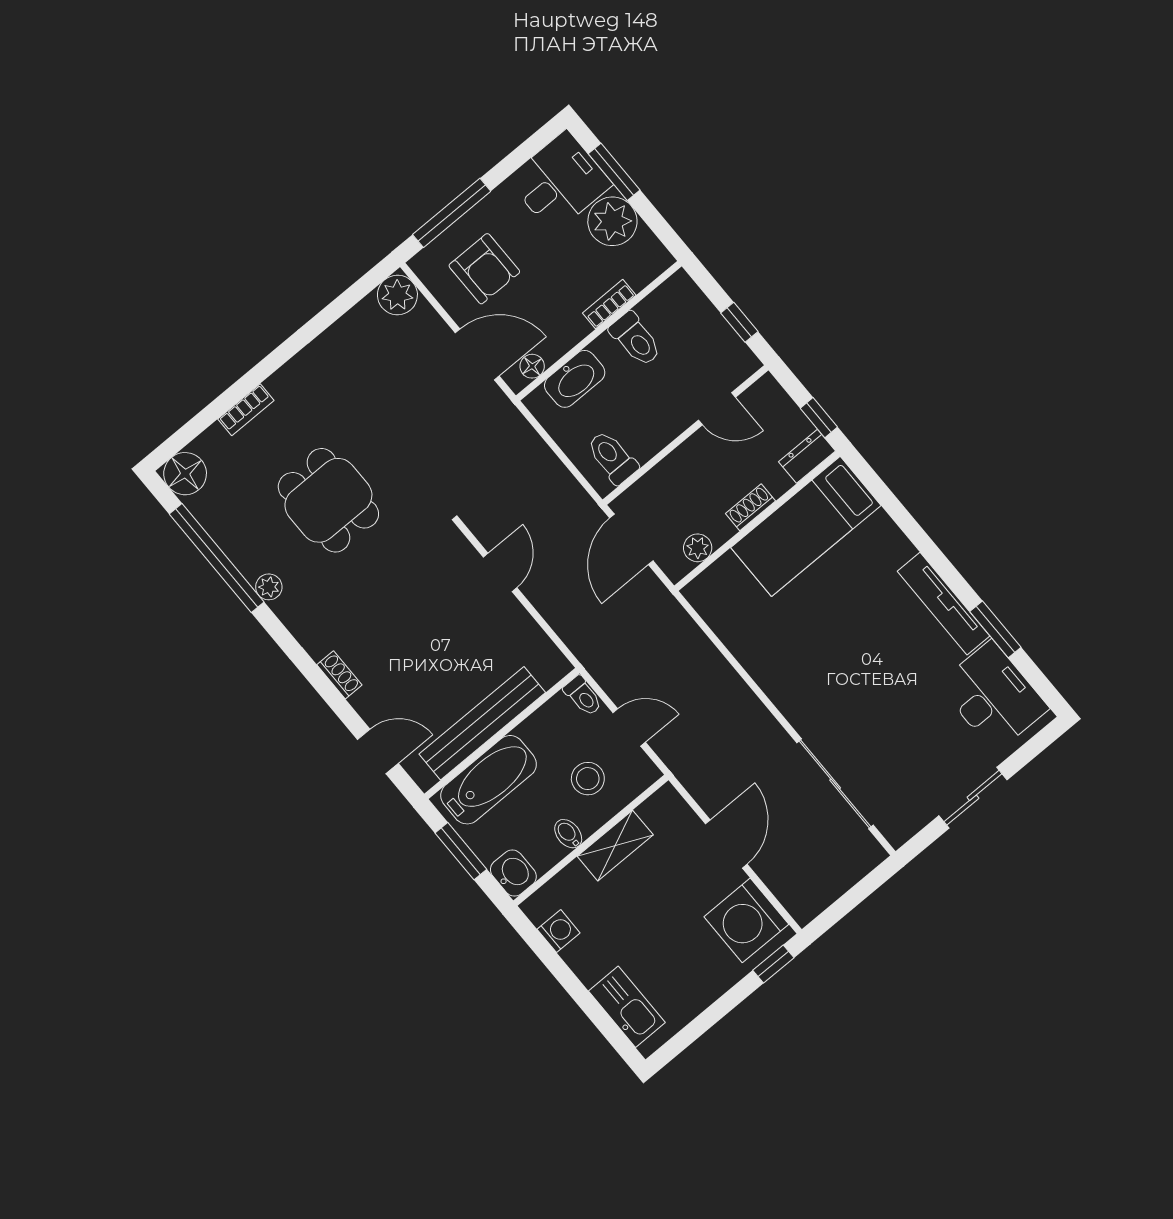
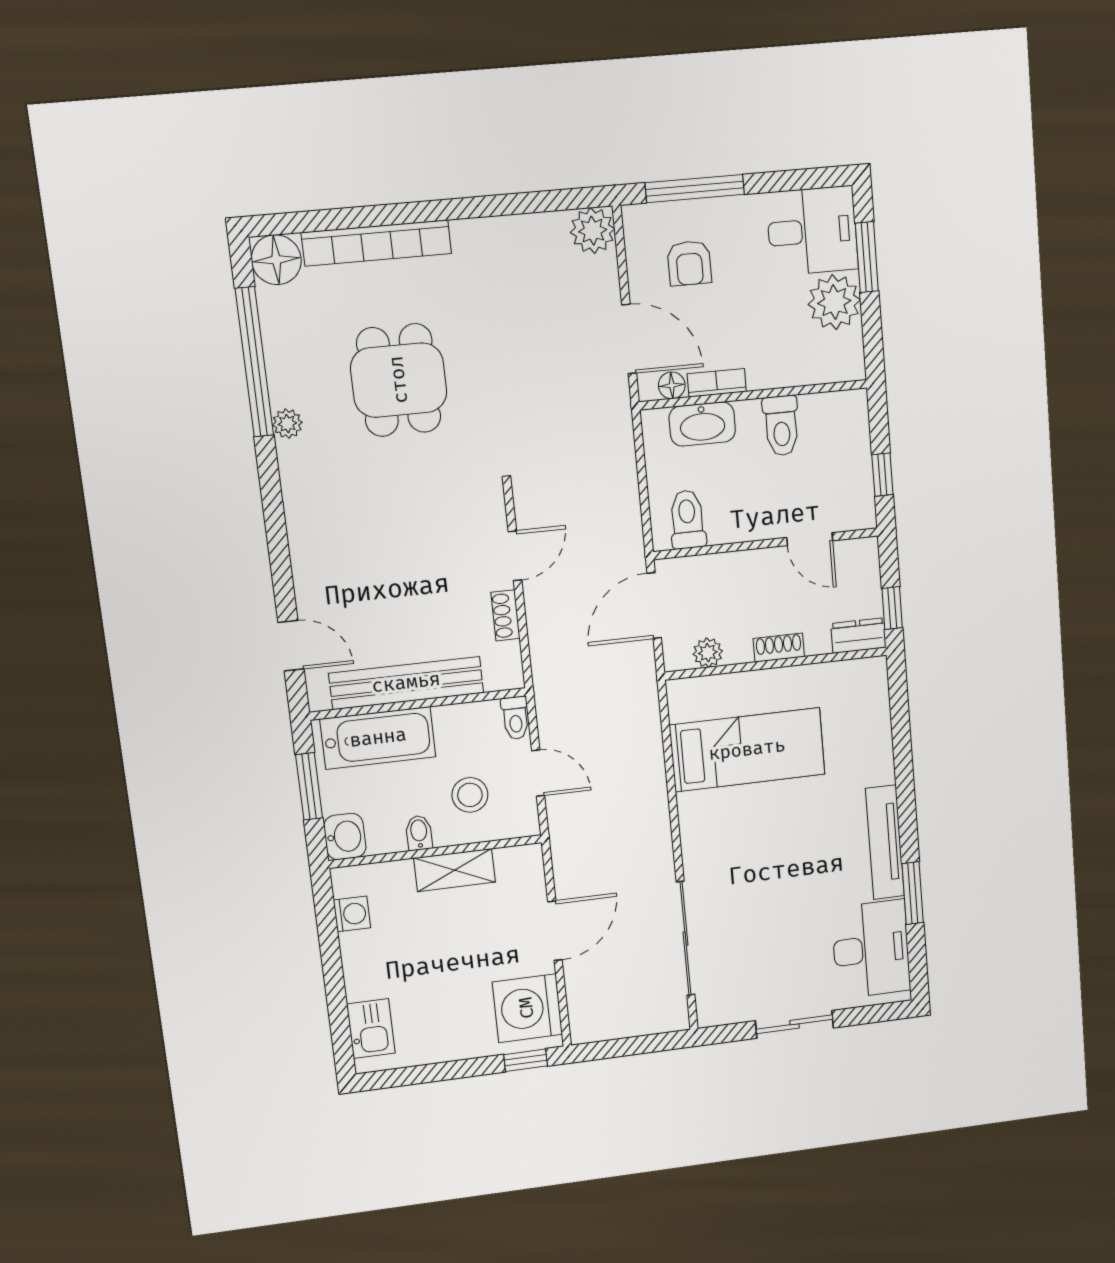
armchair: (484, 269) -> (689, 263), width x0.72, depth x0.72
bookcase: (609, 304) -> (717, 383), moved
bookcase: (246, 410) -> (377, 243), width x2.31, depth x1.31
bed: (806, 526) -> (747, 750), moved, turned 180
shoe rack: (339, 675) -> (505, 615), moved, turned 180
kitchen sink: (627, 1007) -> (371, 1029), width x0.73

